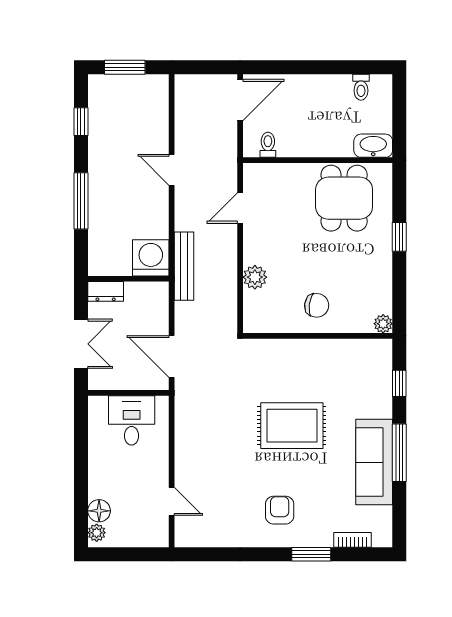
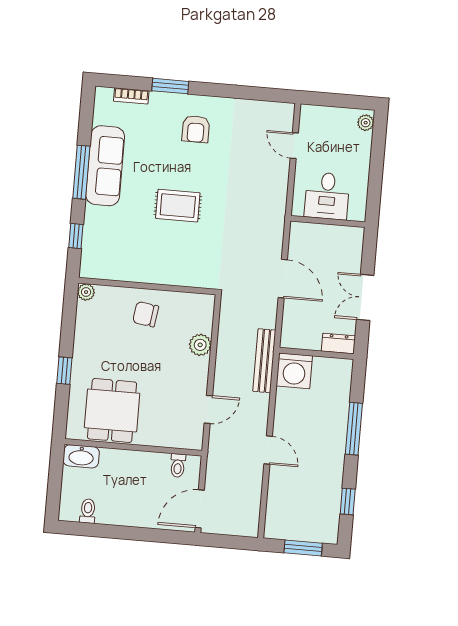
wall: (128, 393) -> (328, 221), moved
desk: (132, 420) -> (327, 196), moved
rug: (292, 426) -> (178, 206), width x0.73, depth x0.70
floor lamp: (99, 511) -> (362, 143), removed

